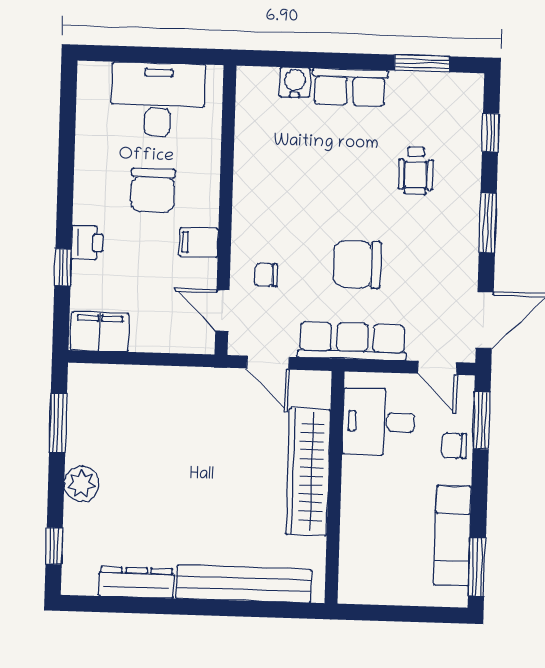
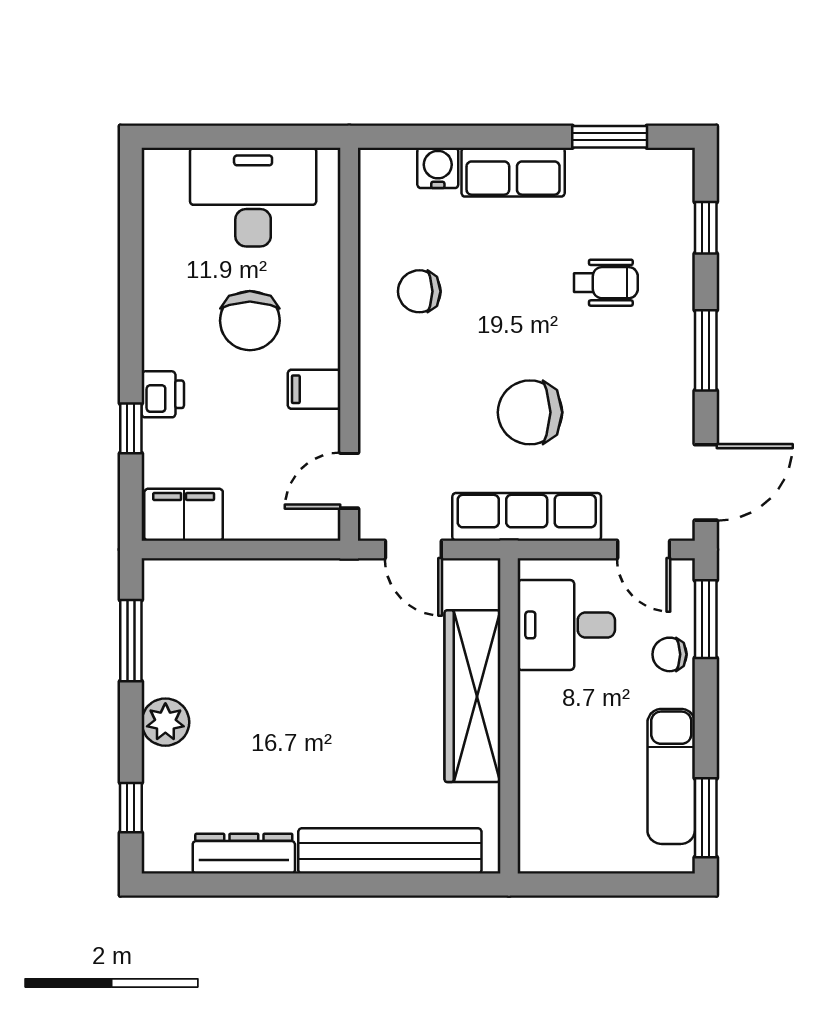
wheelchair: (416, 171) -> (606, 283), turned -90
chair: (266, 275) -> (419, 291), moved, width x1.37, depth x1.37
door: (222, 311) -> (349, 481), hinge flipped

